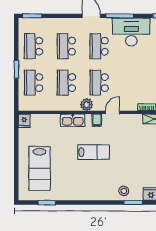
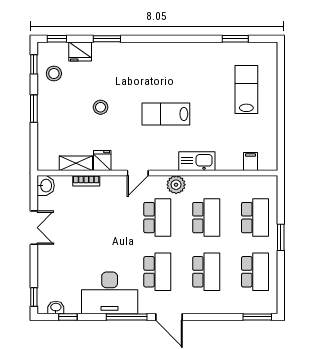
filing cabinet: (97, 120) -> (250, 161), moved
fridge: (24, 121) -> (102, 161), moved
lab bench: (39, 168) -> (246, 89), width x0.73, depth x0.72
stool: (124, 191) -> (101, 107), moved

